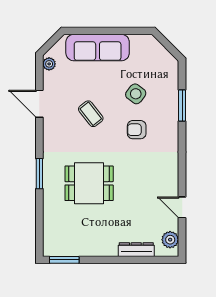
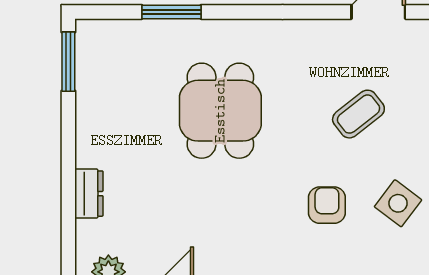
window: (39, 174) -> (171, 12), moved
dresser: (136, 250) -> (89, 194), width x0.70

